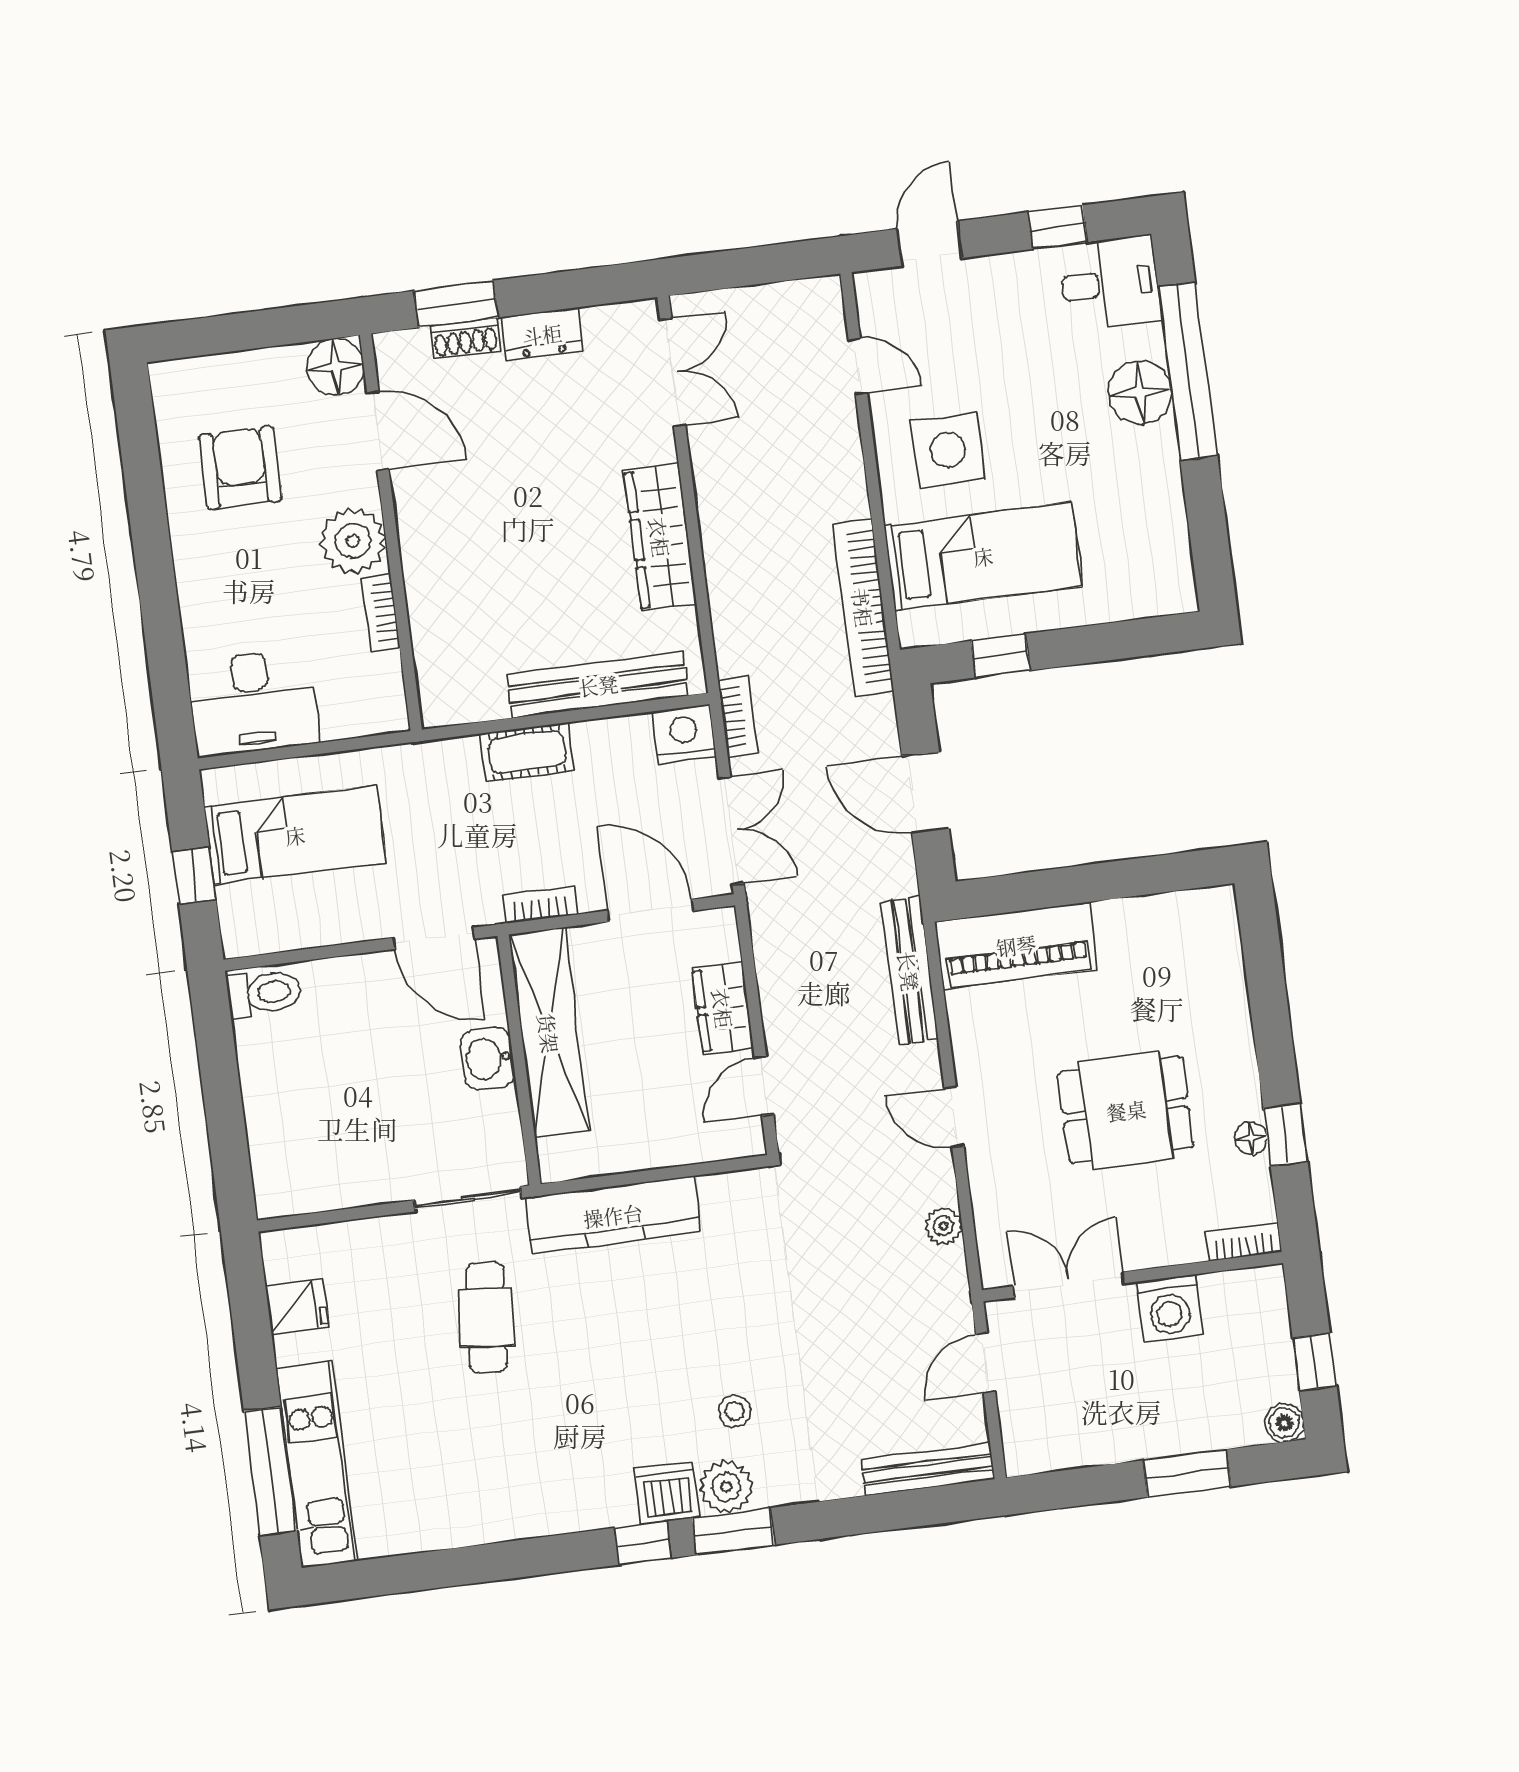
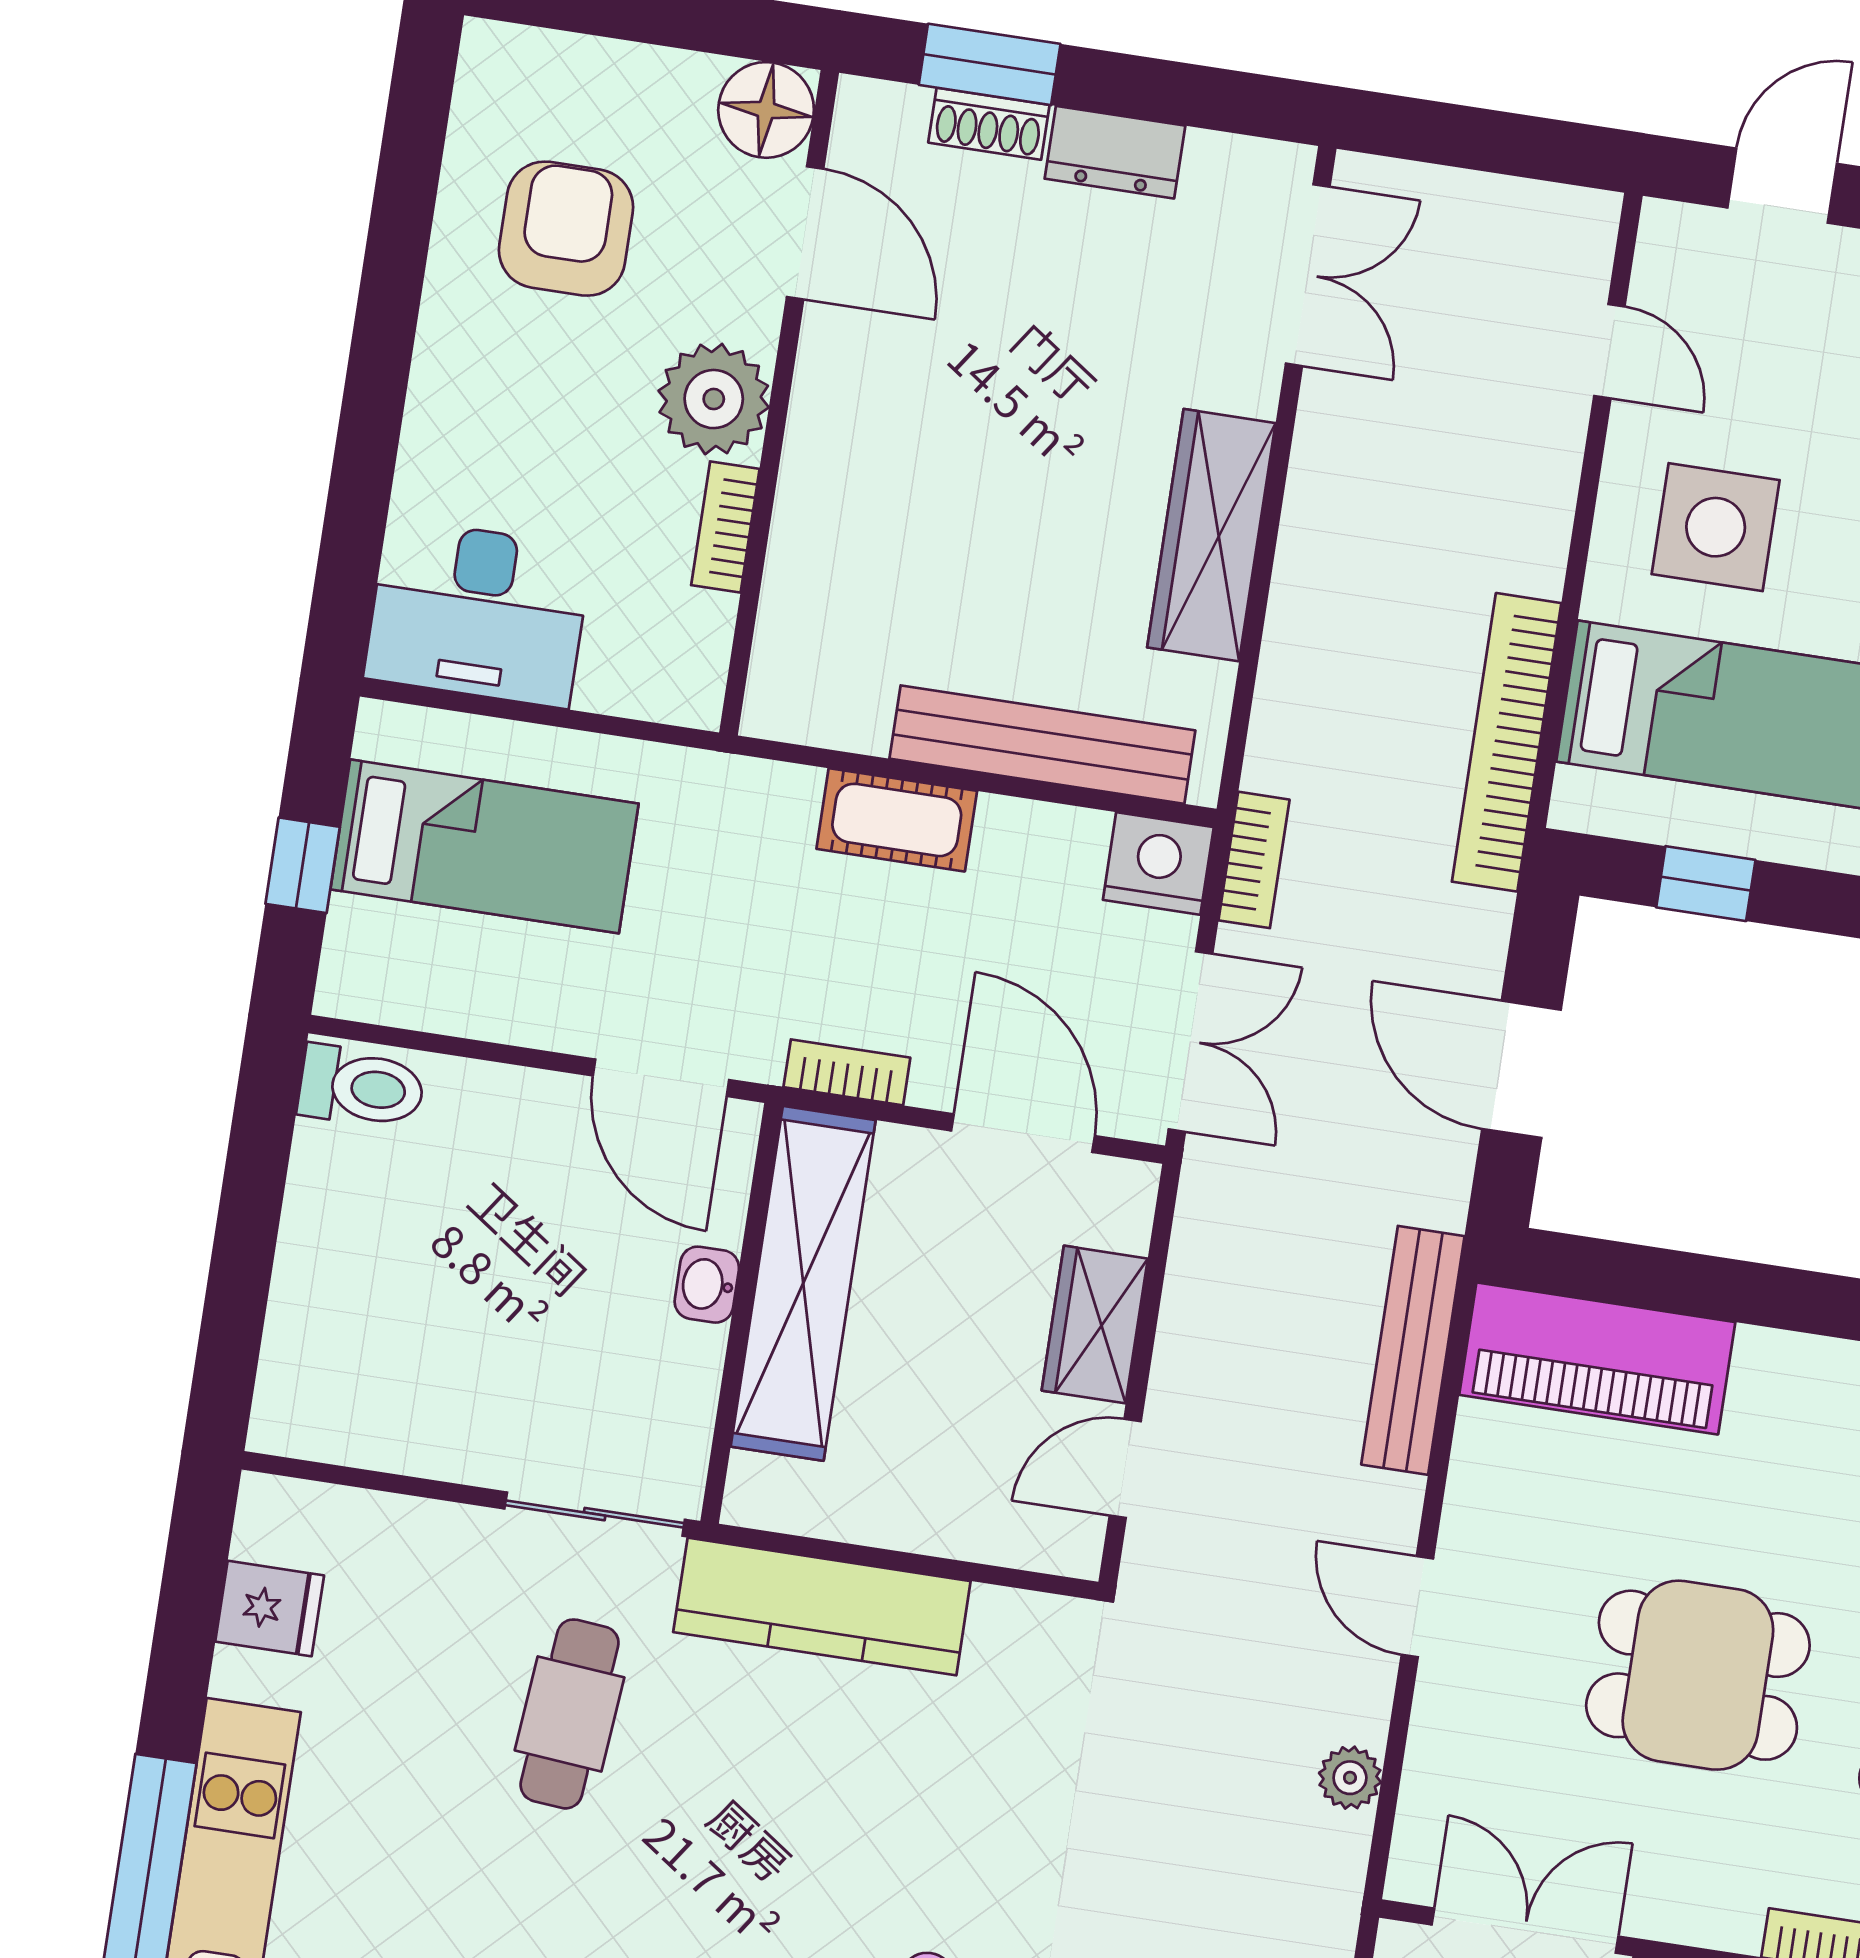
washbasin: (488, 1058) -> (707, 1285), width x0.72, depth x0.69

